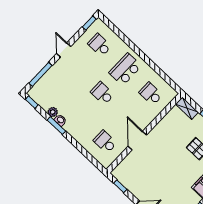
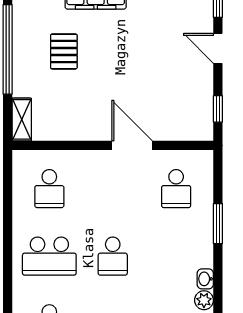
window: (56, 126) -> (218, 224), moved
door: (137, 141) -> (132, 145), swing flipped

